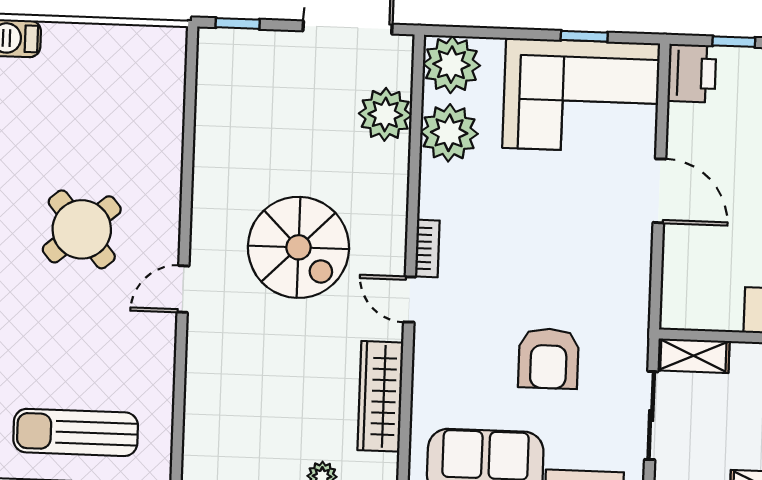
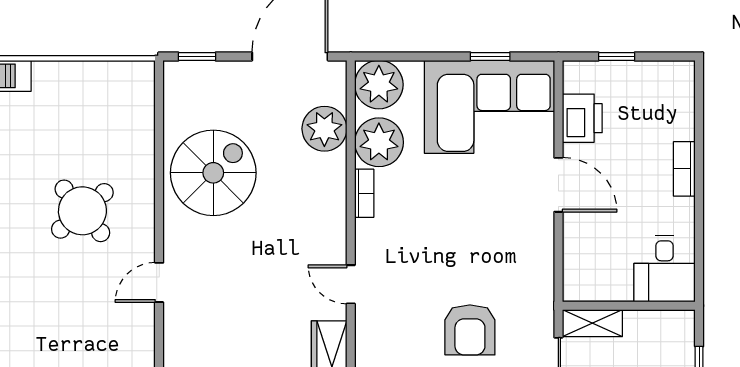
printer: (692, 73) -> (582, 118), moved
round table: (82, 229) -> (82, 211), moved
spiral stairs: (298, 247) -> (213, 173), moved, turned -90
bookcase: (427, 248) -> (364, 193), moved

